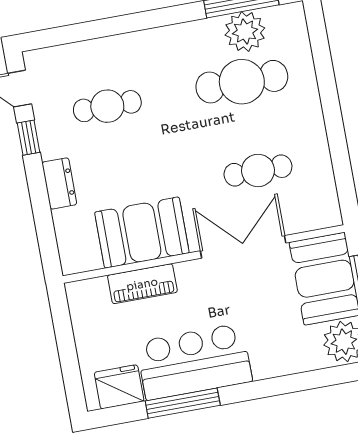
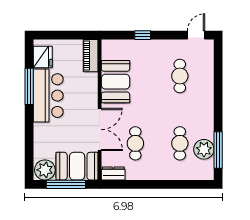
cafe table: (242, 82) -> (180, 143), width x0.73, depth x0.74
window: (29, 138) -> (143, 35), moved
dresser: (59, 183) -> (113, 173), moved, turned 180
piano: (142, 284) -> (91, 56), moved

